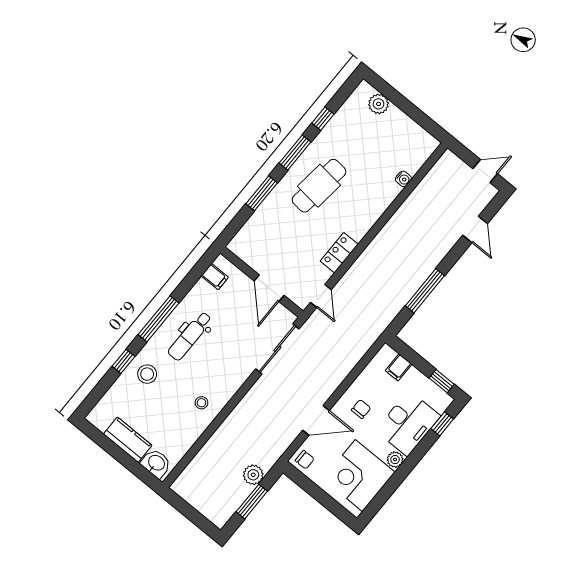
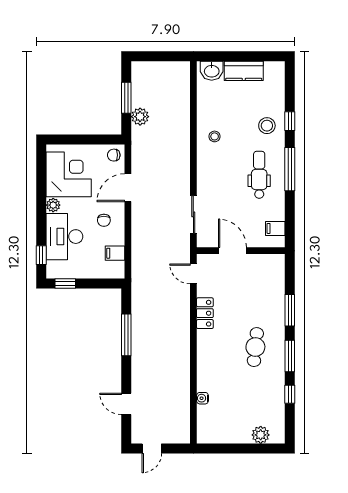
cafe table: (319, 186) -> (255, 347), width x0.73, depth x0.74
sliding door: (277, 349) -> (193, 214), width x0.73
filing cabinet: (399, 367) -> (115, 253), moved, turned -90

